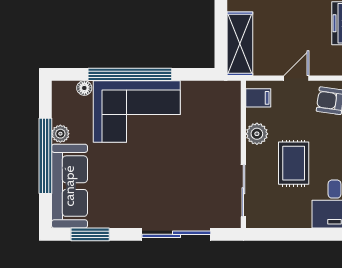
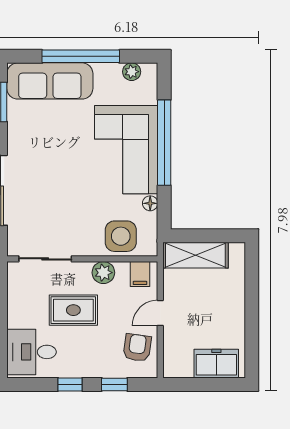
door: (296, 78) -> (160, 313), swing flipped
floor lamp: (84, 88) -> (150, 203), moved
side table: (221, 117) -> (121, 236), added
plant: (60, 134) -> (132, 72), moved

